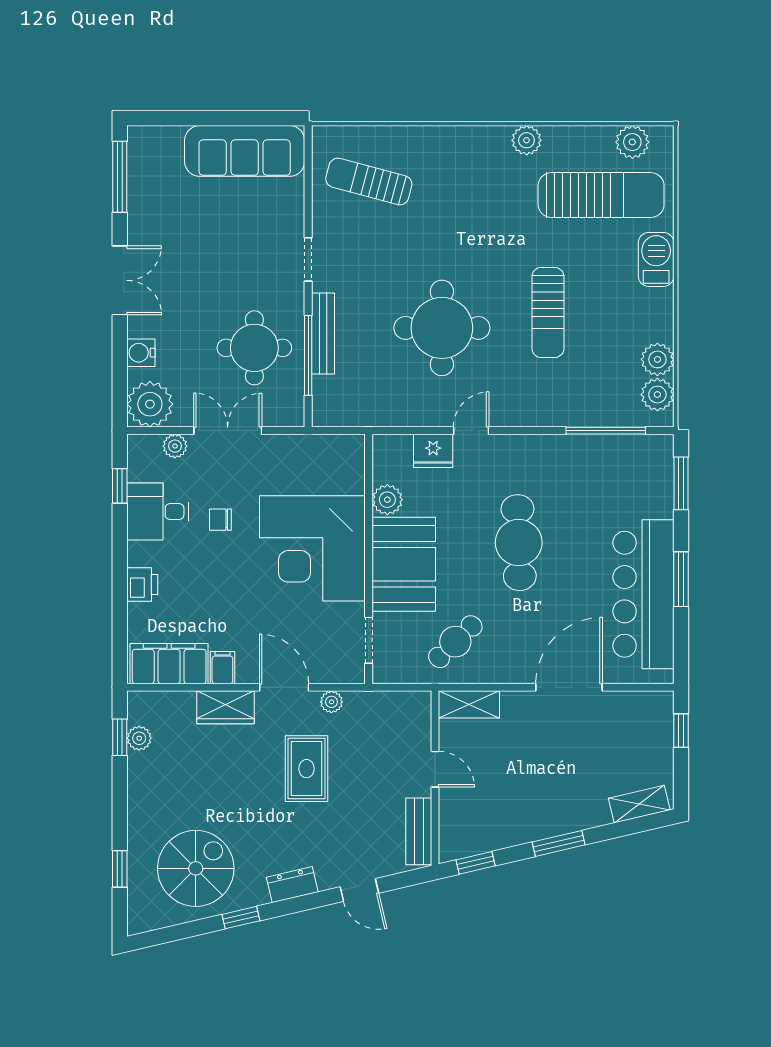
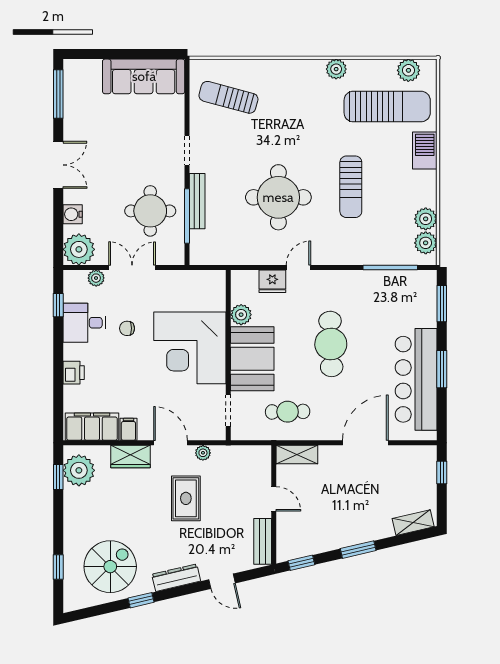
cafe table: (455, 642) -> (288, 412), turned 43
plant: (139, 738) -> (79, 470), width x1.88, depth x1.88
dresser: (292, 885) -> (176, 578), width x1.44

